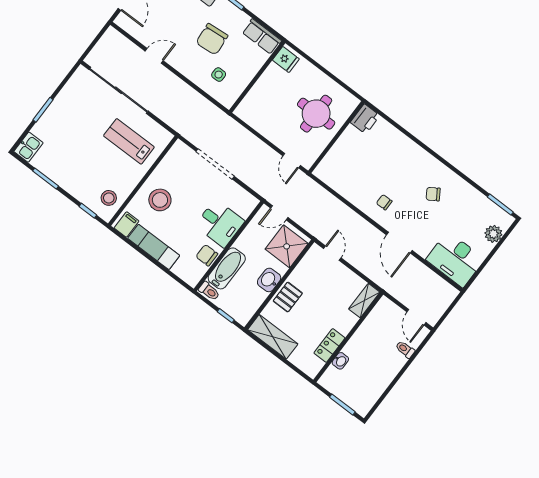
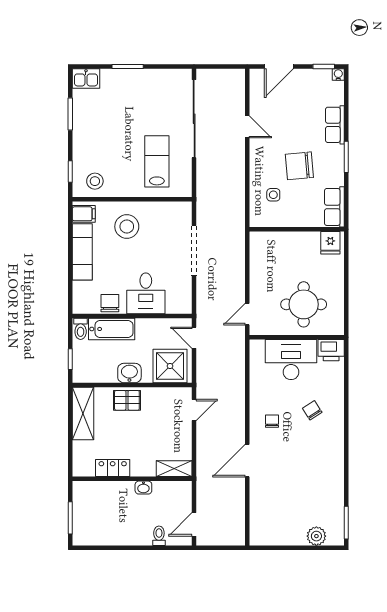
chair: (433, 194) -> (312, 410), moved
desk: (455, 259) -> (291, 360), moved, turned 90
washbasin: (340, 361) -> (143, 488), moved

